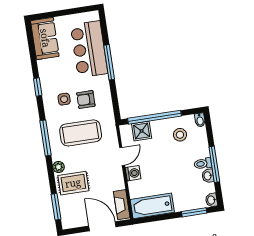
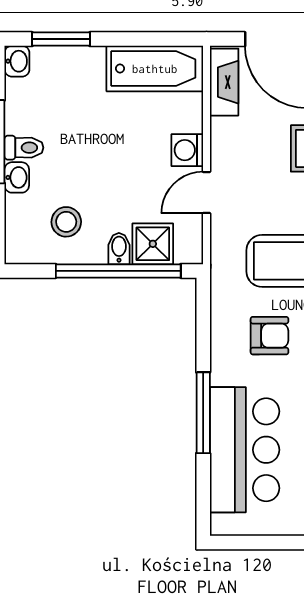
bidet: (200, 120) -> (119, 249), moved
washbasin: (208, 176) -> (17, 177), moved

